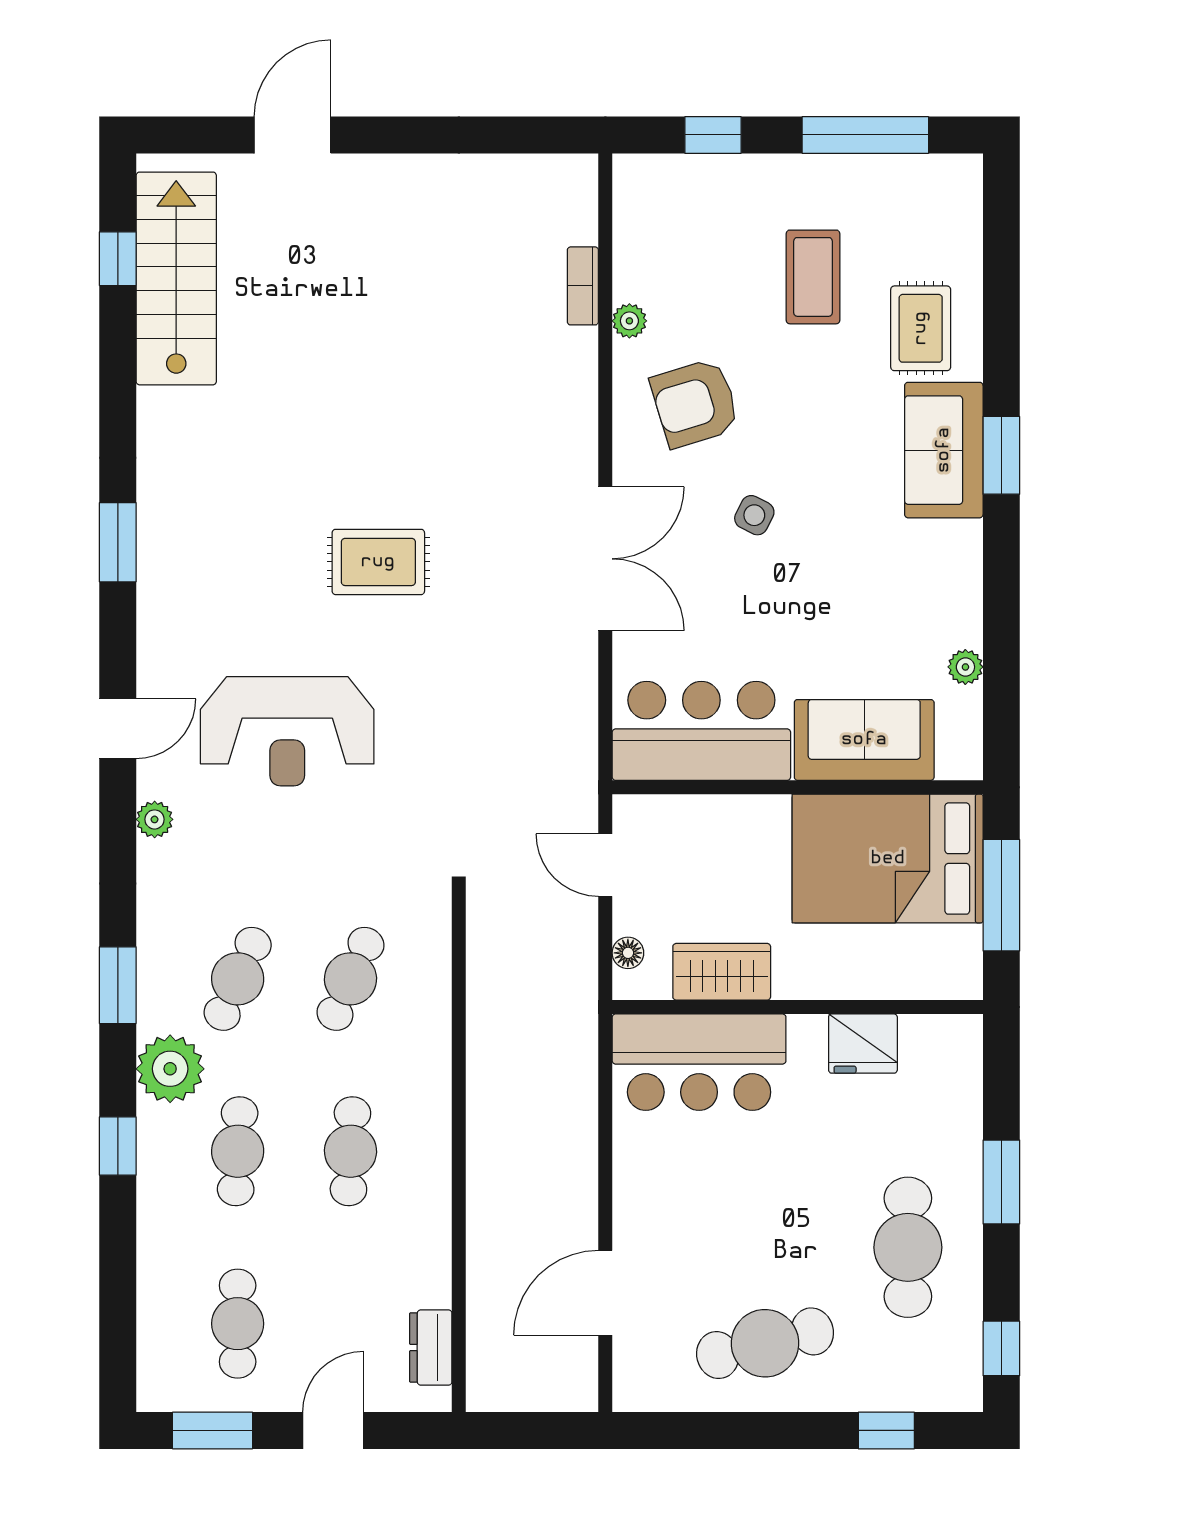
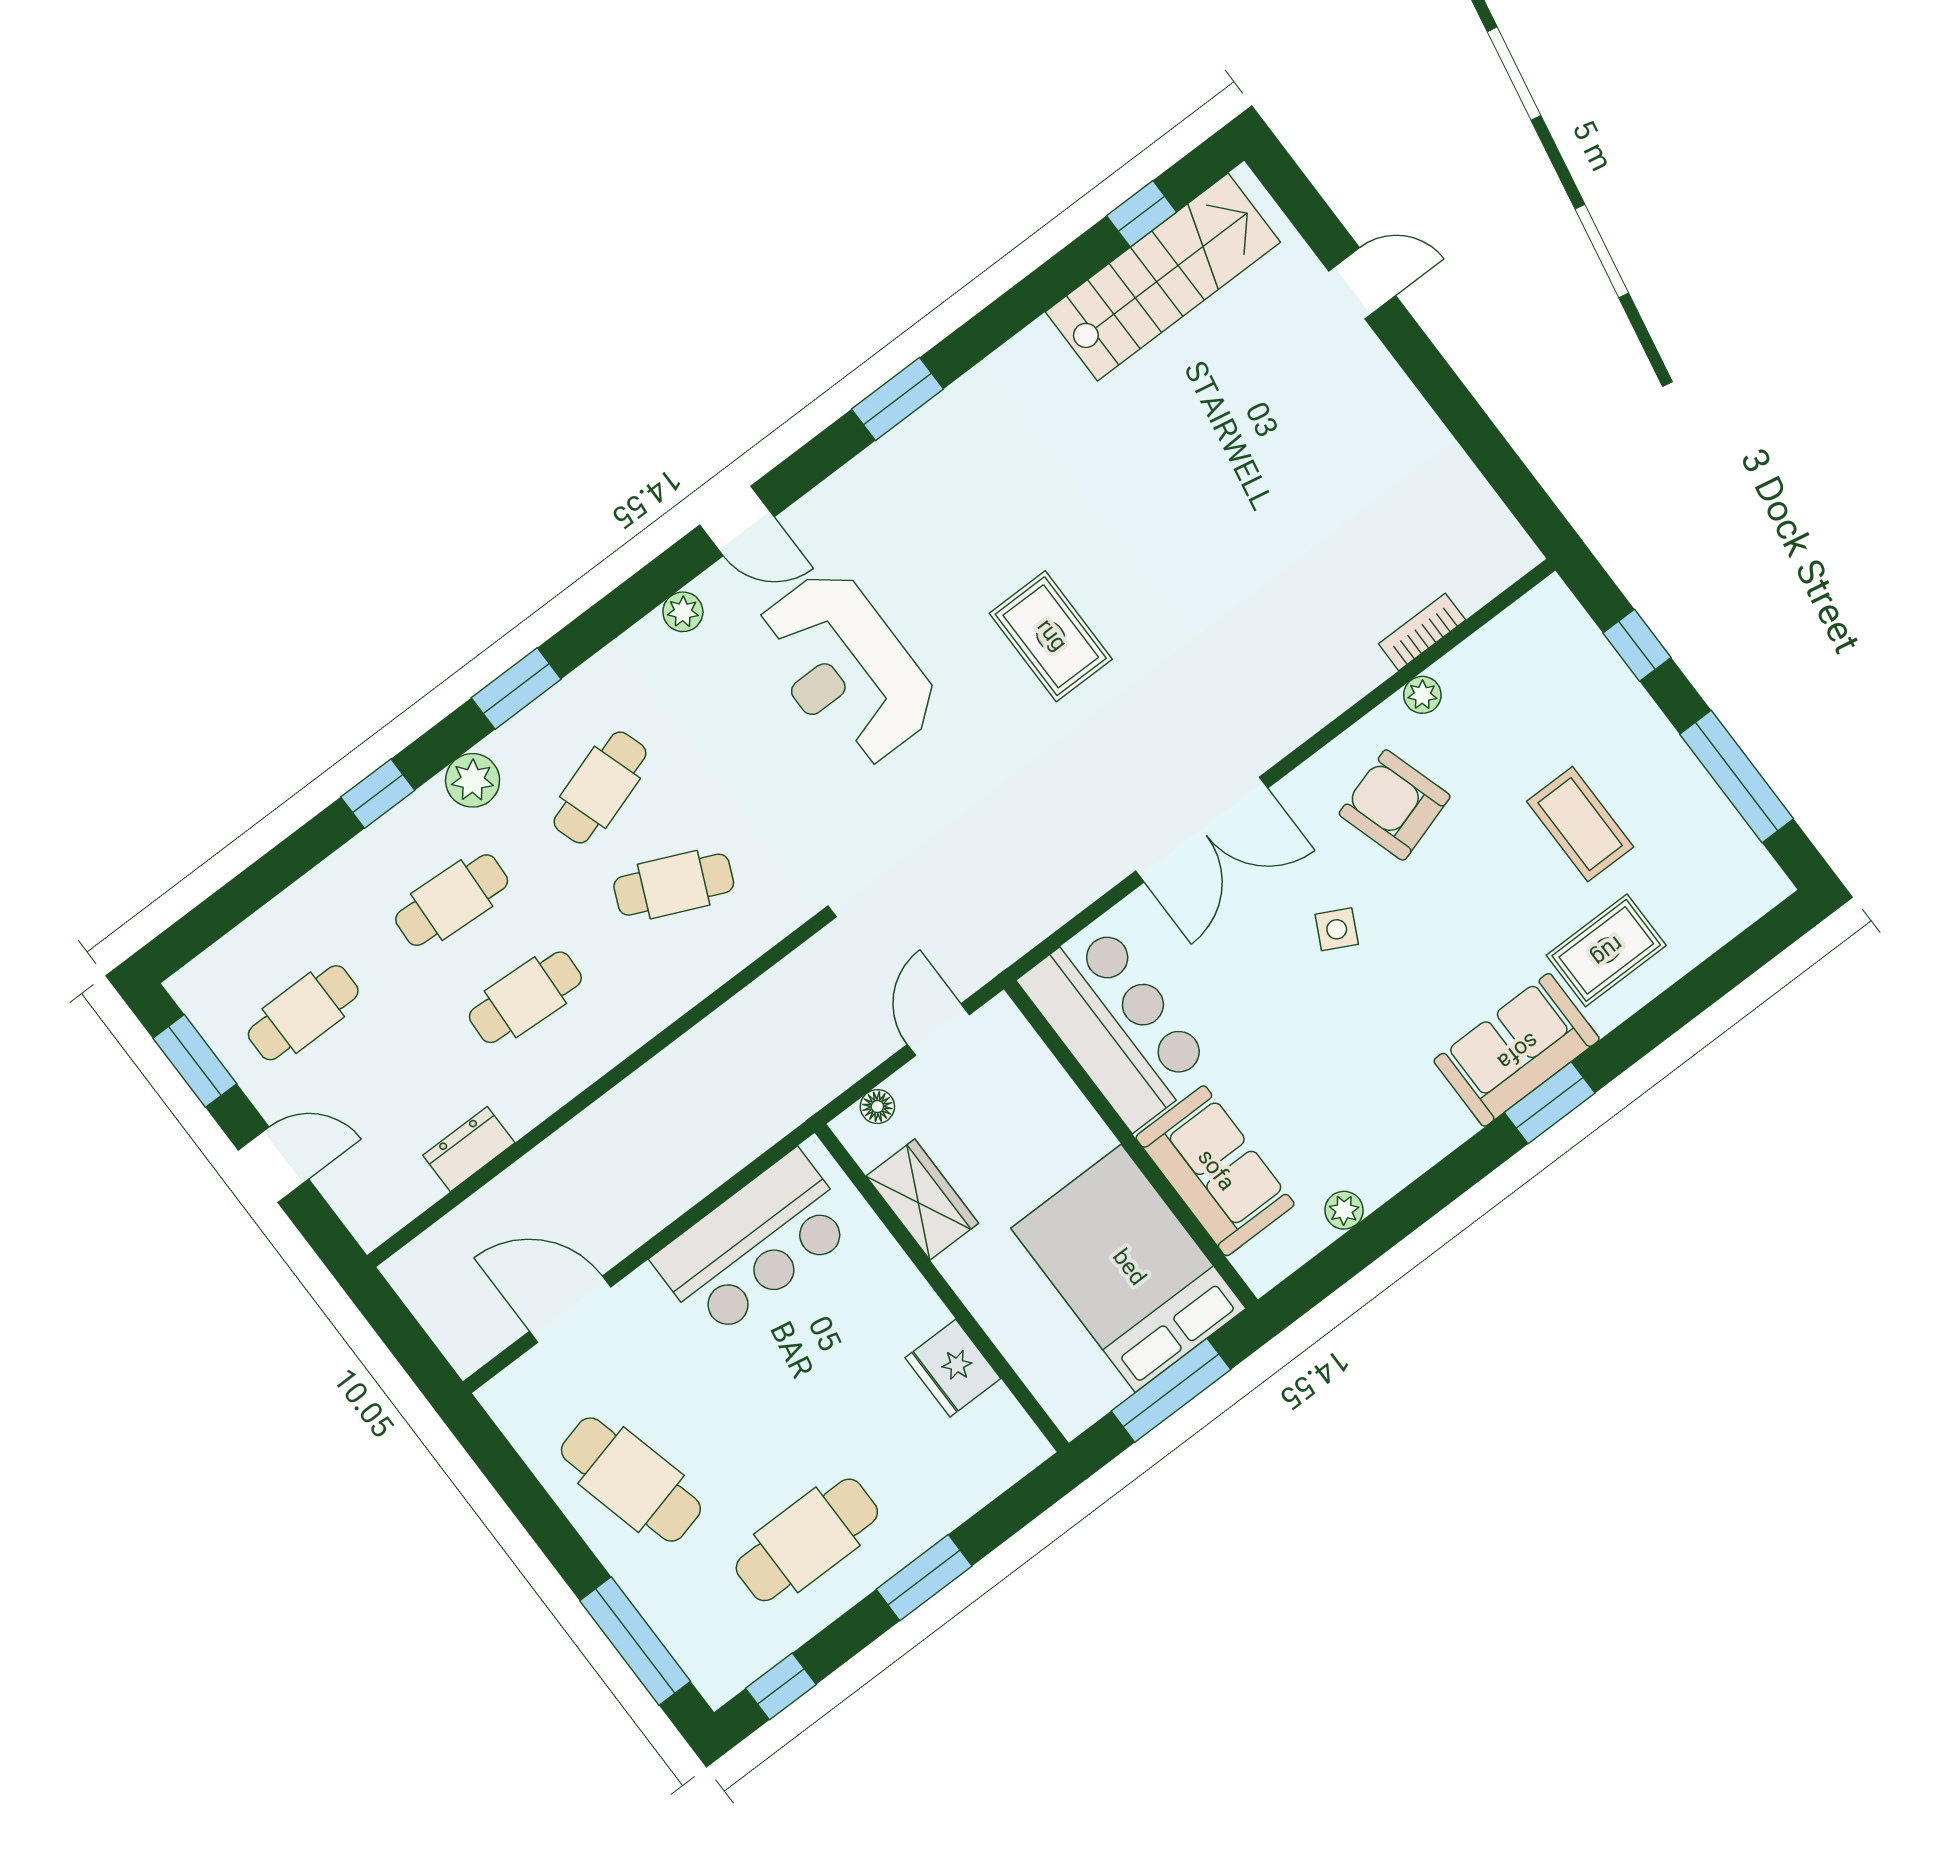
door: (292, 135) -> (1362, 283), width x0.73
coffee table: (813, 277) -> (1580, 824), turned 90
cafe table: (238, 979) -> (600, 787), turned -42
bar counter: (699, 1062) -> (754, 1244), moved, turned -90
plant: (170, 1069) -> (473, 780), width x0.73, depth x0.73
dresser: (431, 1348) -> (469, 1149), moved
window: (886, 1430) -> (635, 1641), width x2.17

